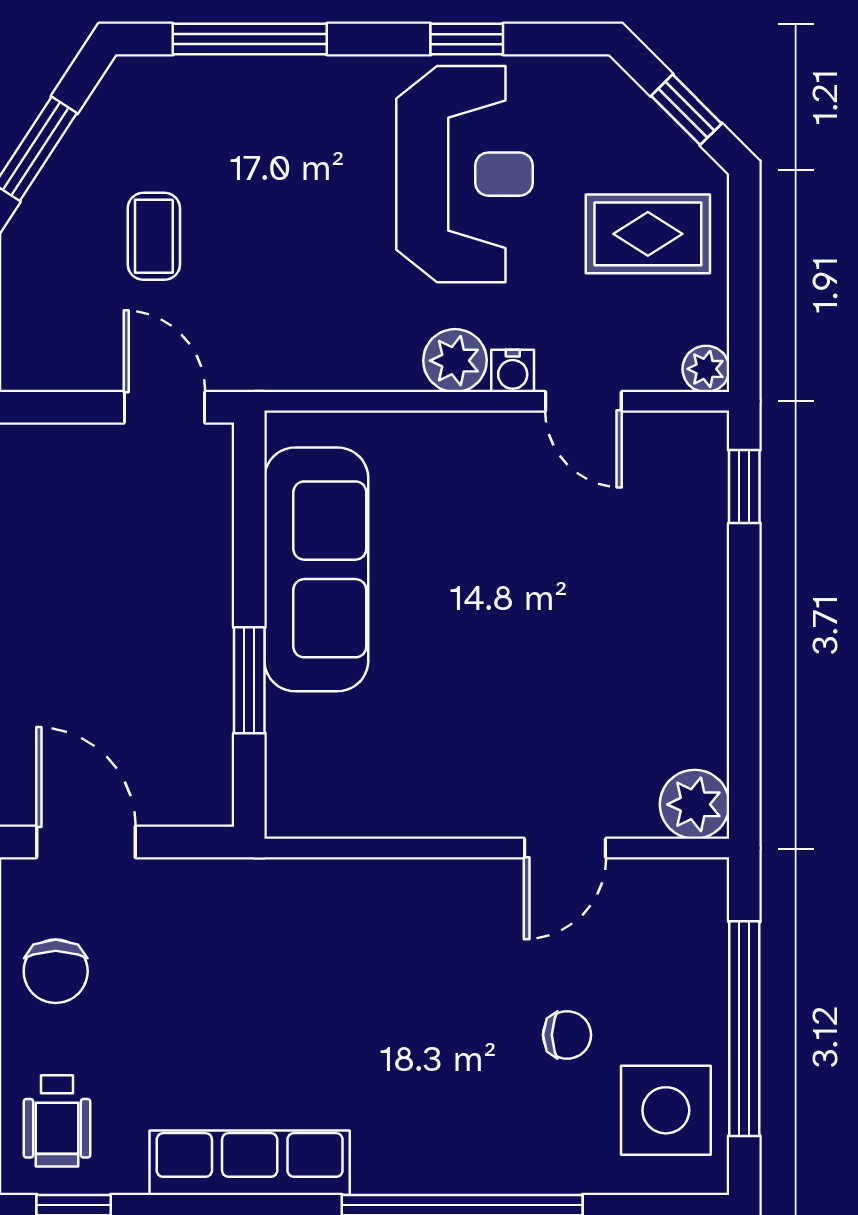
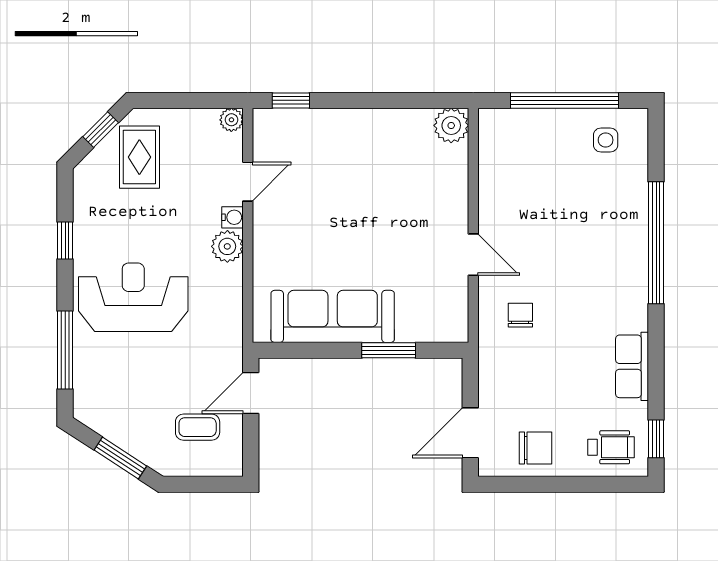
reception desk: (464, 174) -> (133, 297), moved
rug: (648, 234) -> (139, 157), moved
coffee table: (154, 236) -> (198, 427), moved
door: (565, 848) -> (473, 255), moved
chair: (567, 1035) -> (520, 315), moved
side table: (666, 1110) -> (606, 140), width x0.54, depth x0.54
row of seats: (250, 1163) -> (632, 366), width x0.68

